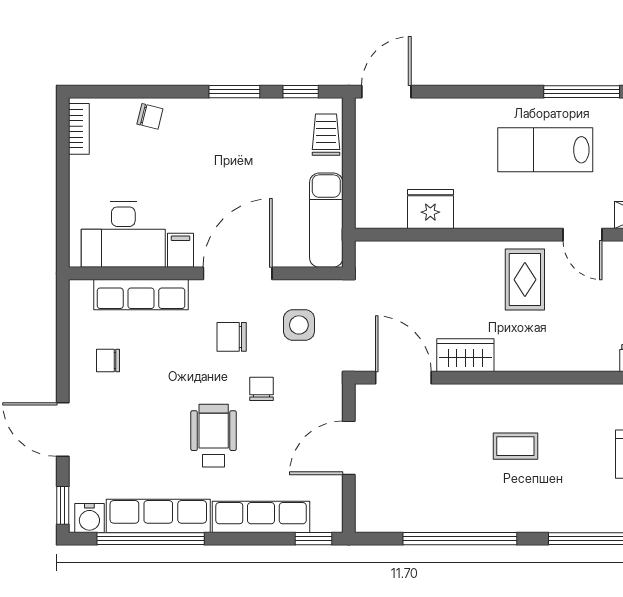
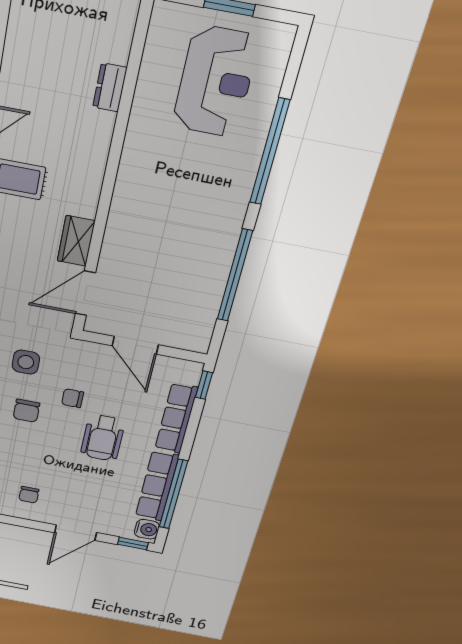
wheelchair: (214, 436) -> (103, 438), turned -90
coffee table: (515, 446) -> (165, 215), removed

